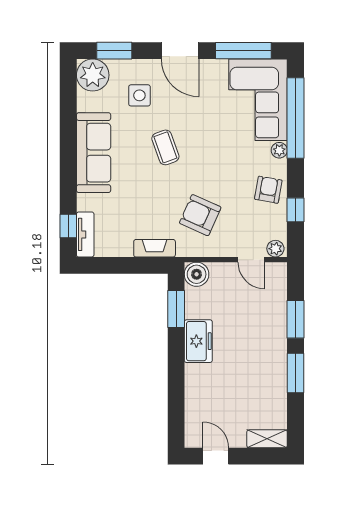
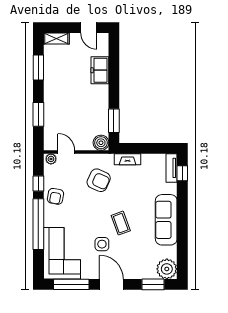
side table: (139, 95) -> (102, 244), moved
window: (295, 118) -> (38, 224), moved
plant: (279, 150) -> (49, 221), removed
freezer: (198, 341) -> (100, 70), moved
window: (295, 373) -> (38, 67), moved

